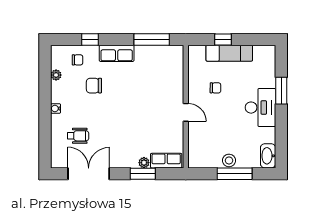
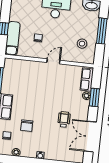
exam couch: (229, 53) -> (13, 38), moved
wheelchair: (78, 136) -> (64, 120), moved
stool: (229, 160) -> (82, 44), moved

